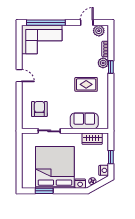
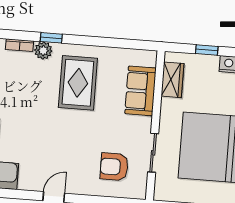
rug: (86, 84) -> (78, 83), width x1.36, depth x1.43

